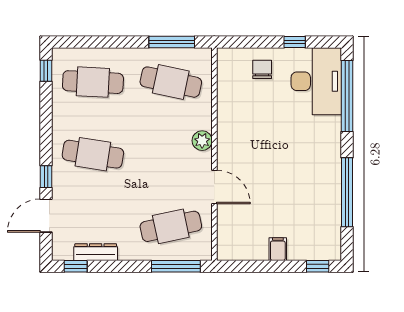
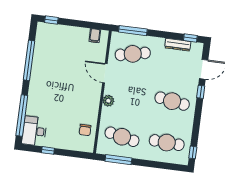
chair: (262, 69) -> (85, 130), moved
desk: (316, 81) -> (34, 131), width x0.73, depth x0.77
filing cabinet: (278, 249) -> (95, 36), moved

